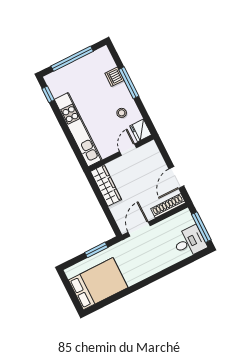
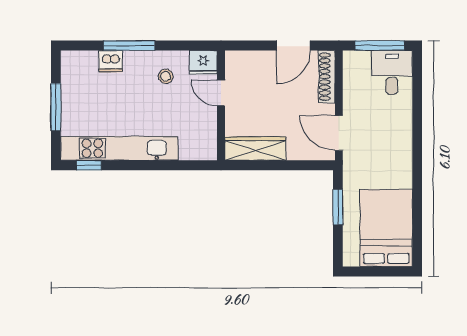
window: (72, 59) -> (56, 107), width x0.68
kitchen unit: (78, 130) -> (119, 148), moved
door: (176, 177) -> (293, 45), hinge flipped

